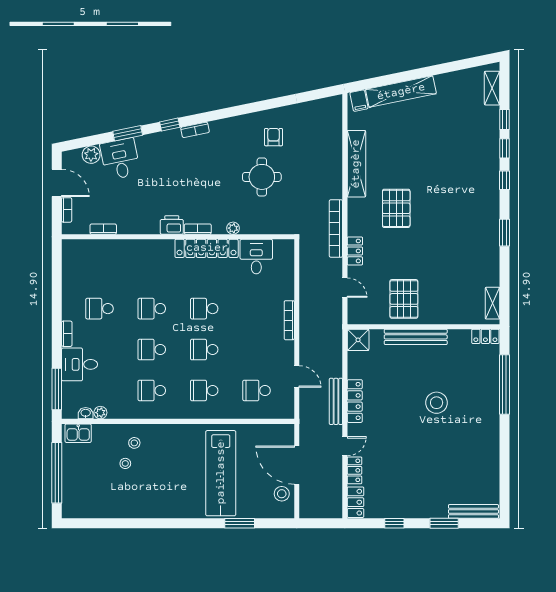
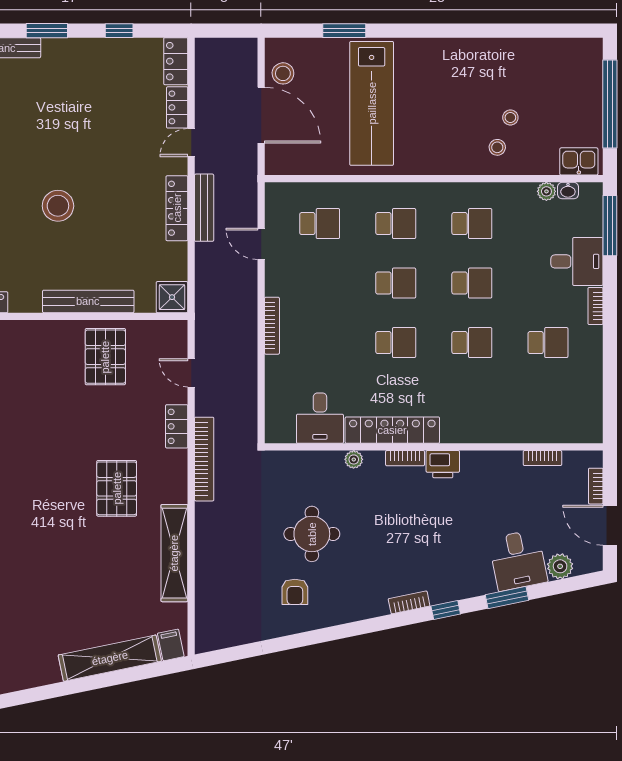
lab bench: (221, 473) -> (372, 103), turned 180

